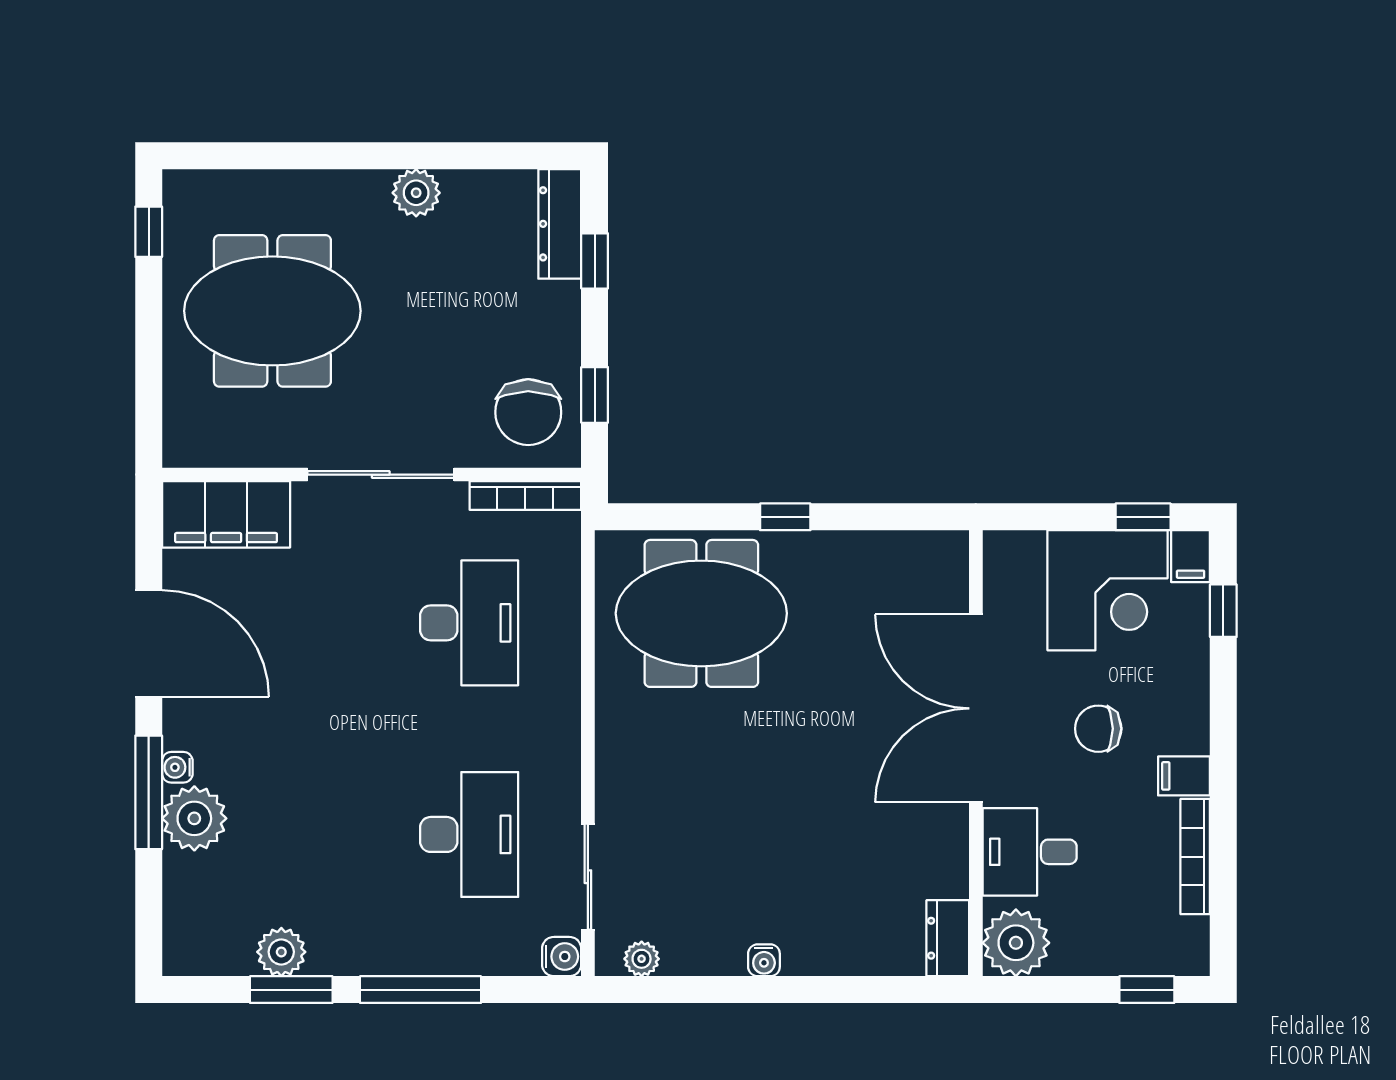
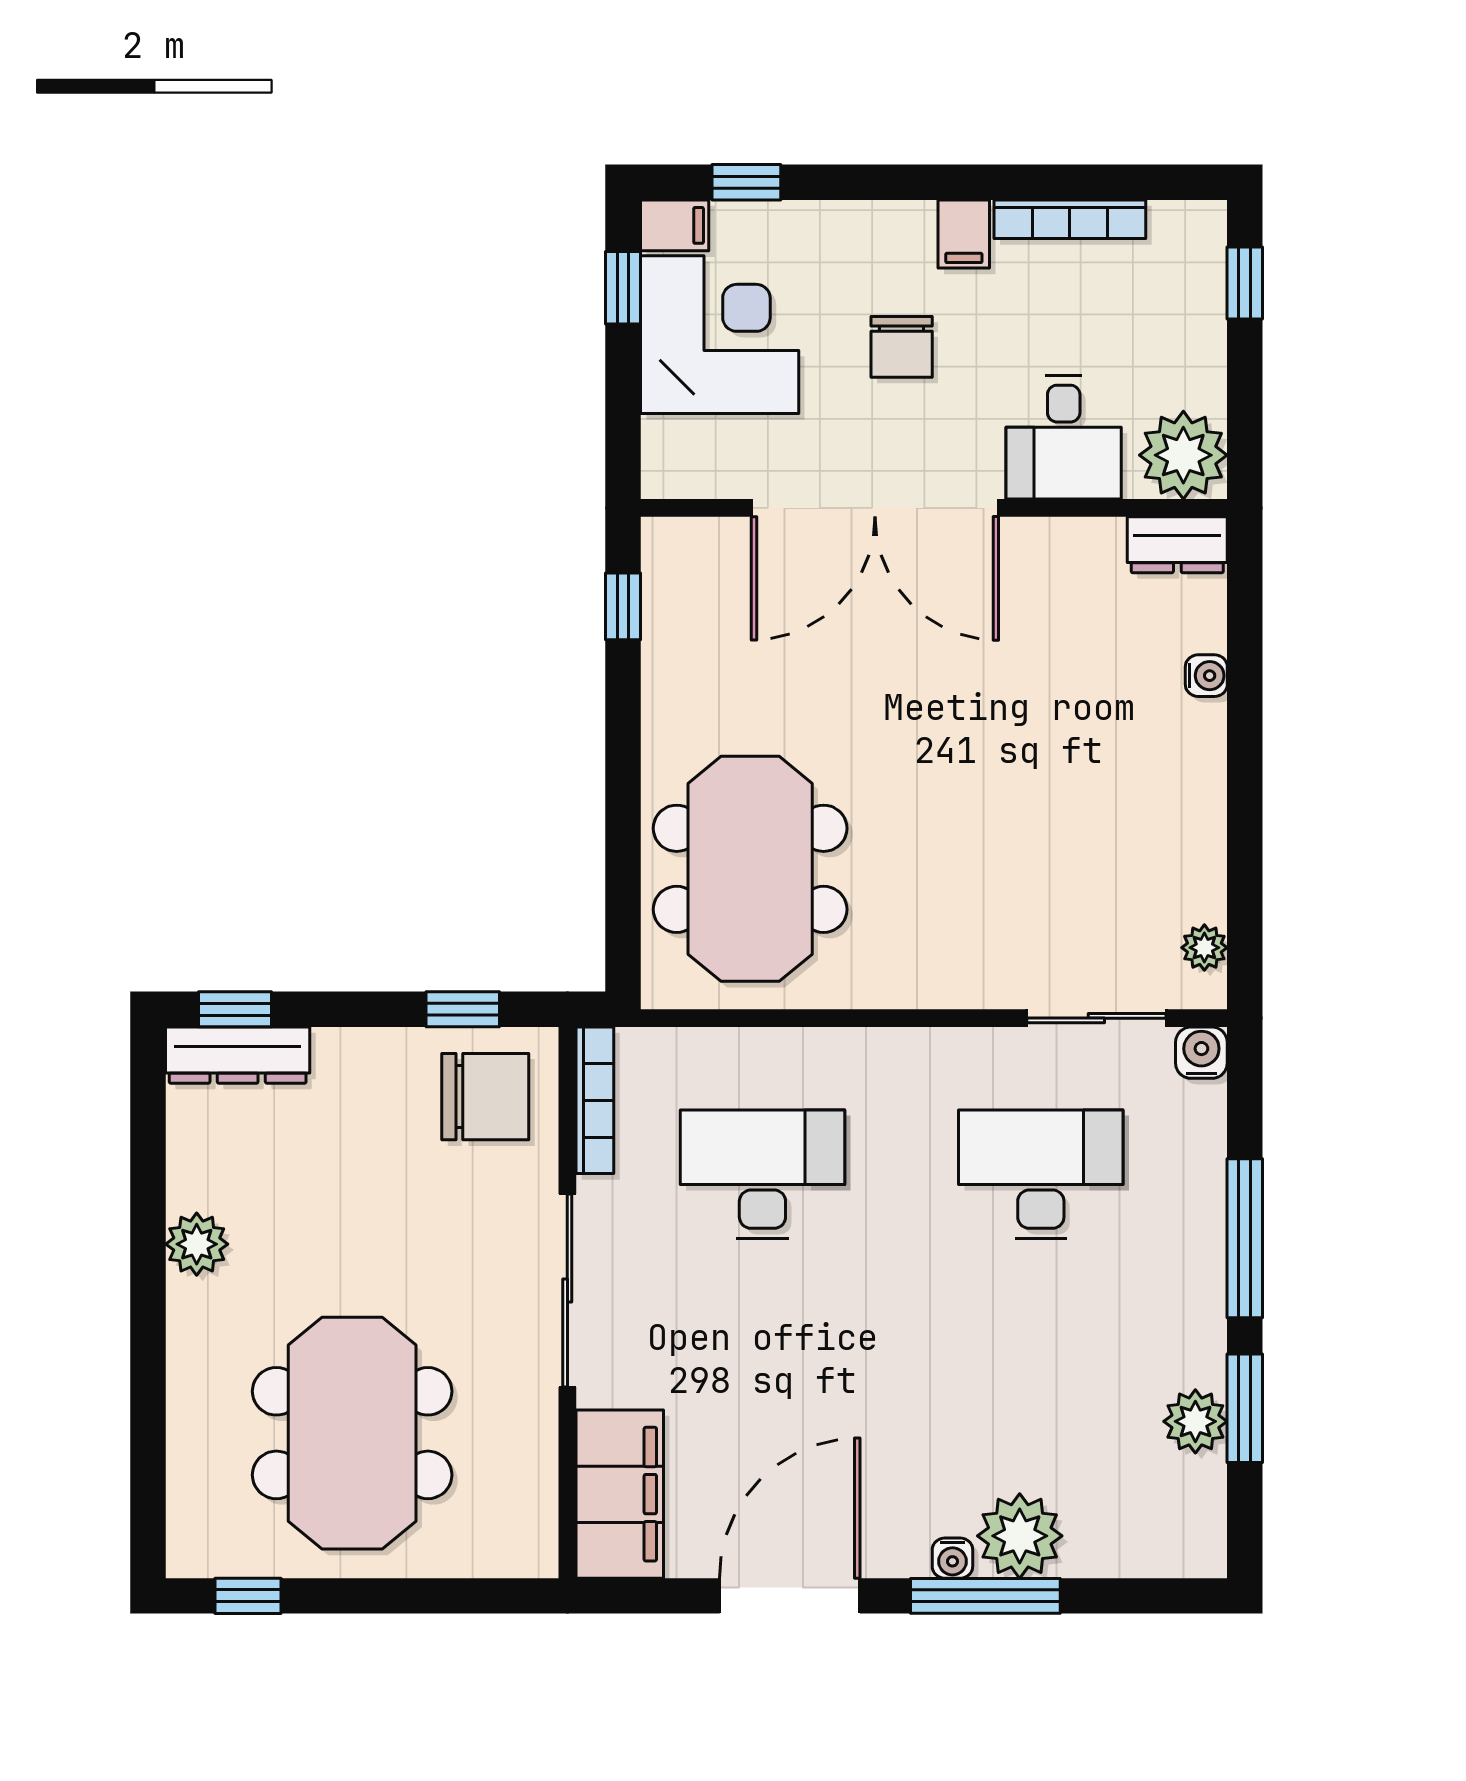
window: (595, 261) -> (235, 1009), moved
window: (785, 517) -> (623, 606), moved
water cooler: (764, 960) -> (1206, 676), moved

